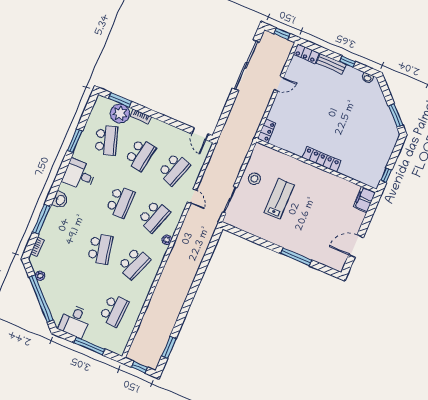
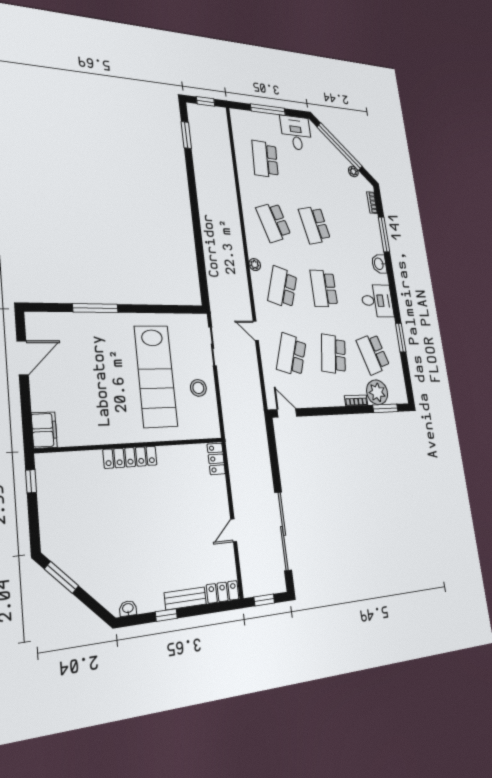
lab bench: (279, 199) -> (156, 376), width x1.86, depth x1.39
school desk: (134, 263) -> (274, 222), turned -39

